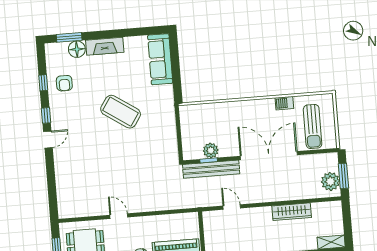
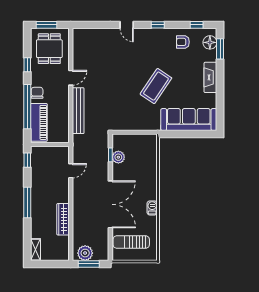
floor lamp: (77, 49) -> (210, 42), moved
sofa: (160, 59) -> (189, 120), width x1.36, depth x1.27
window: (43, 83) -> (197, 25), moved
barbecue: (284, 103) -> (152, 208), moved
door: (48, 140) -> (127, 25), moved
bench: (211, 169) -> (78, 111), moved

